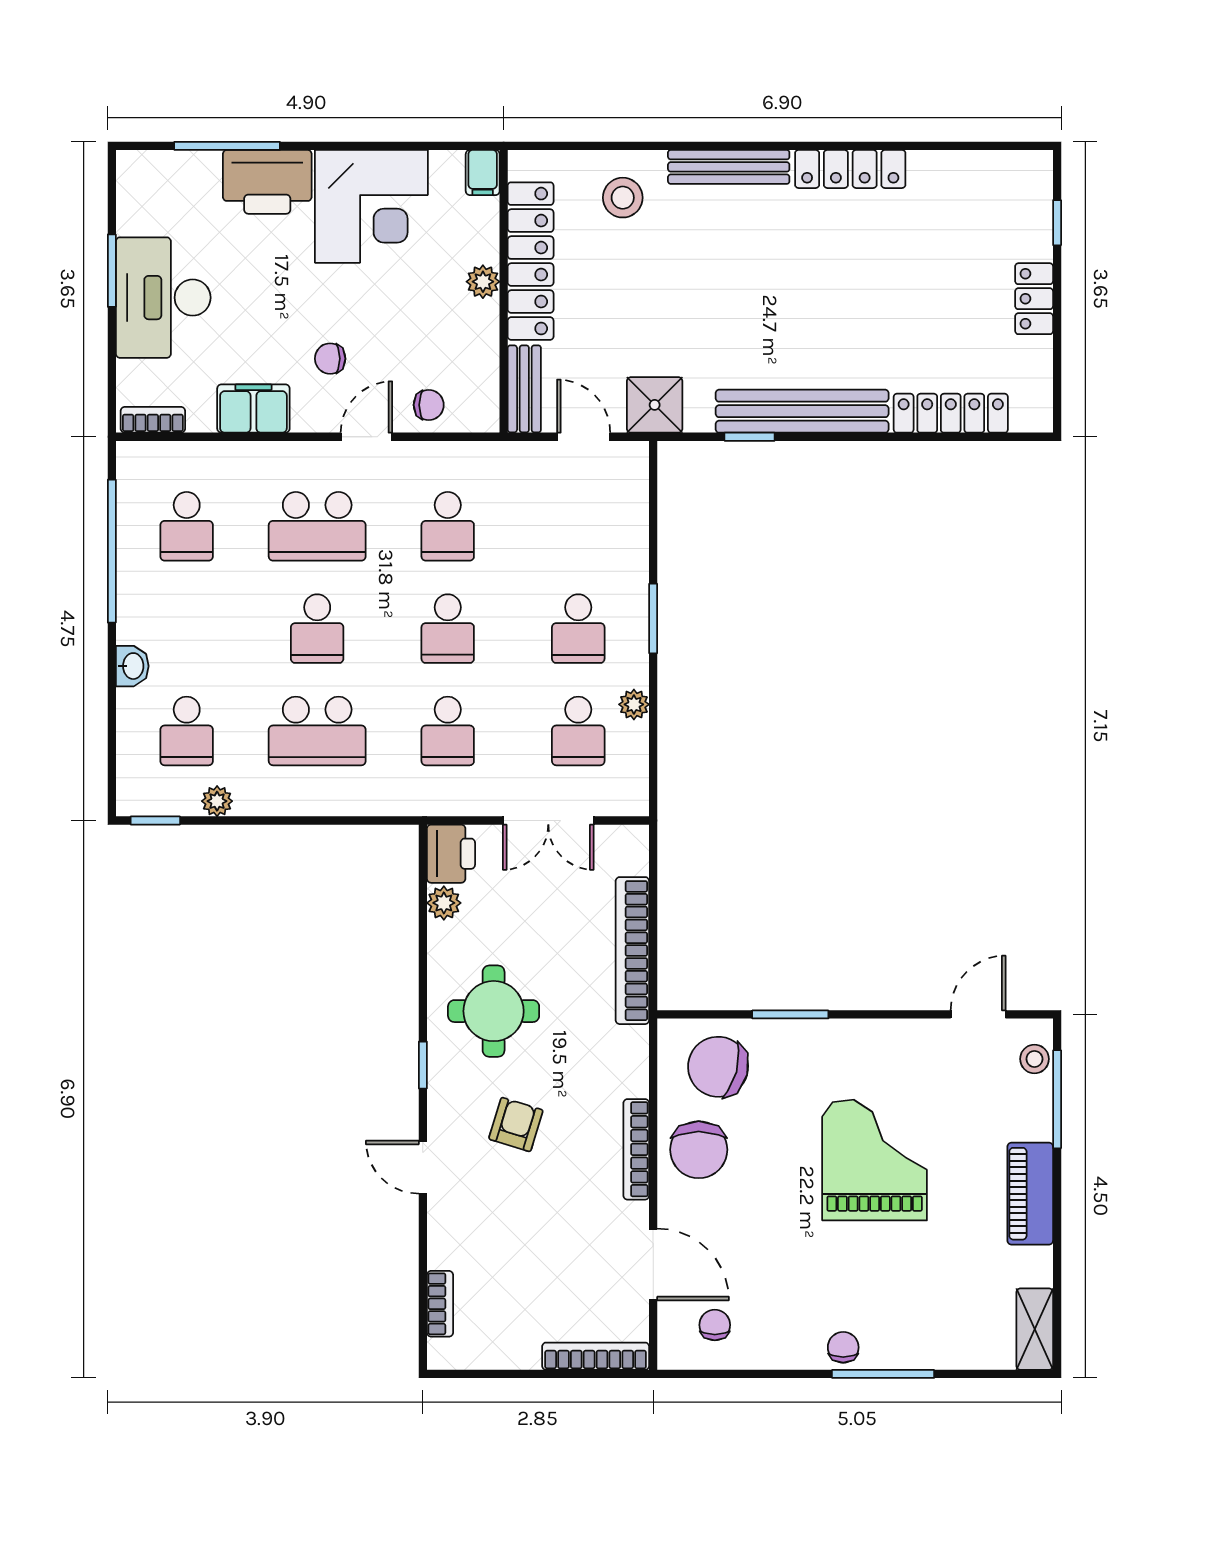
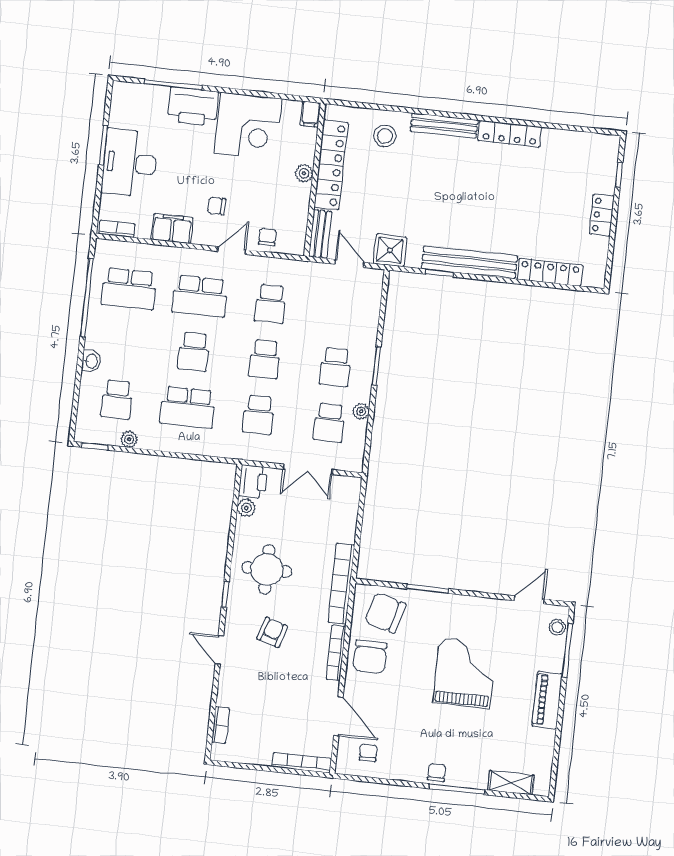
chair: (429, 405) -> (267, 237), turned -90
school desk: (187, 526) -> (129, 288), width x1.85
bookcase: (632, 951) -> (341, 584), moved
shelving: (1035, 1329) -> (511, 783), moved, turned 90

